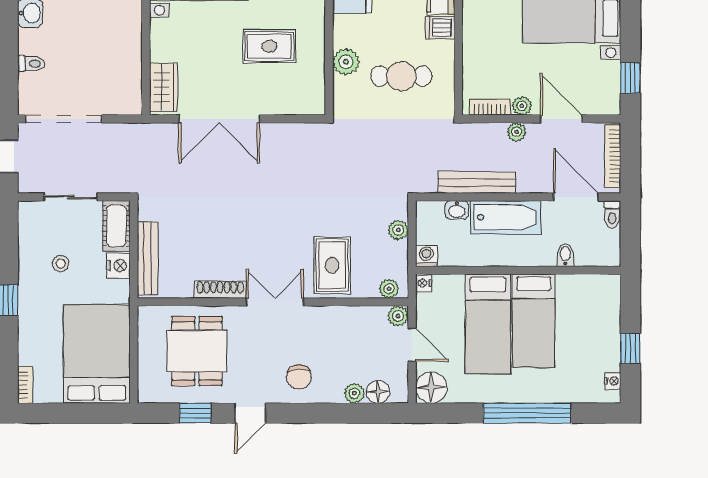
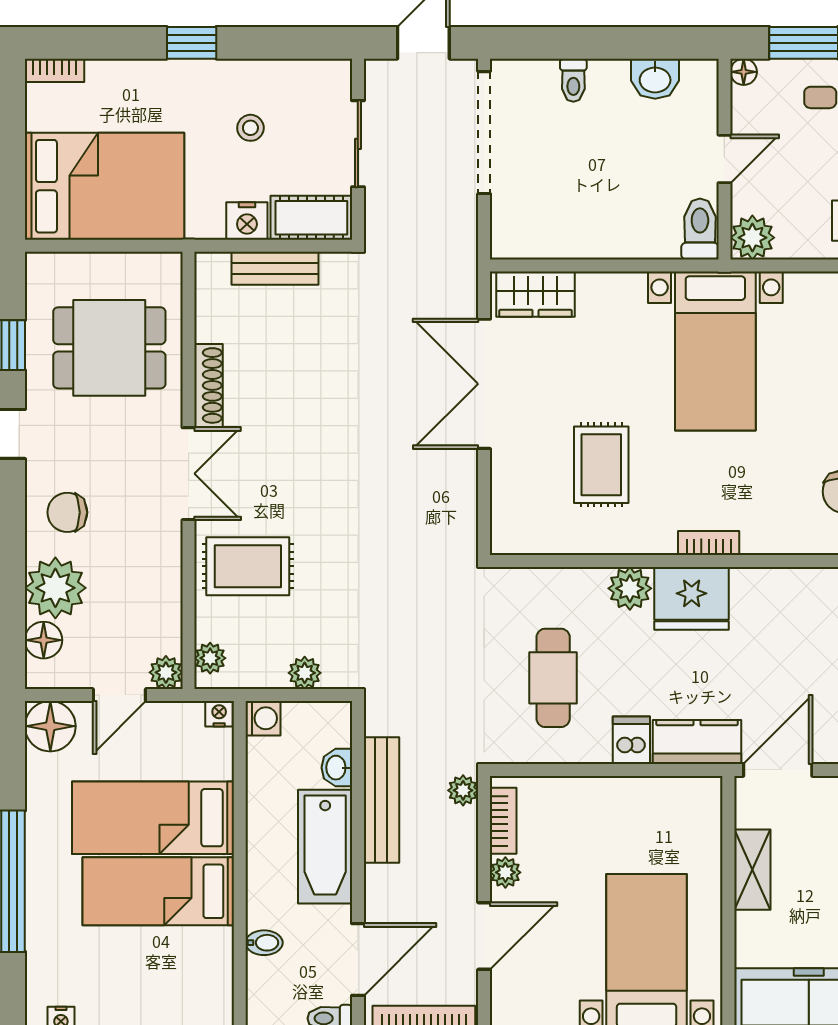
plant: (346, 62) -> (630, 588), moved
plant: (517, 132) -> (463, 790), moved
bench: (148, 258) -> (275, 268), width x0.73
plant: (354, 393) -> (55, 588), width x1.87, depth x1.87

